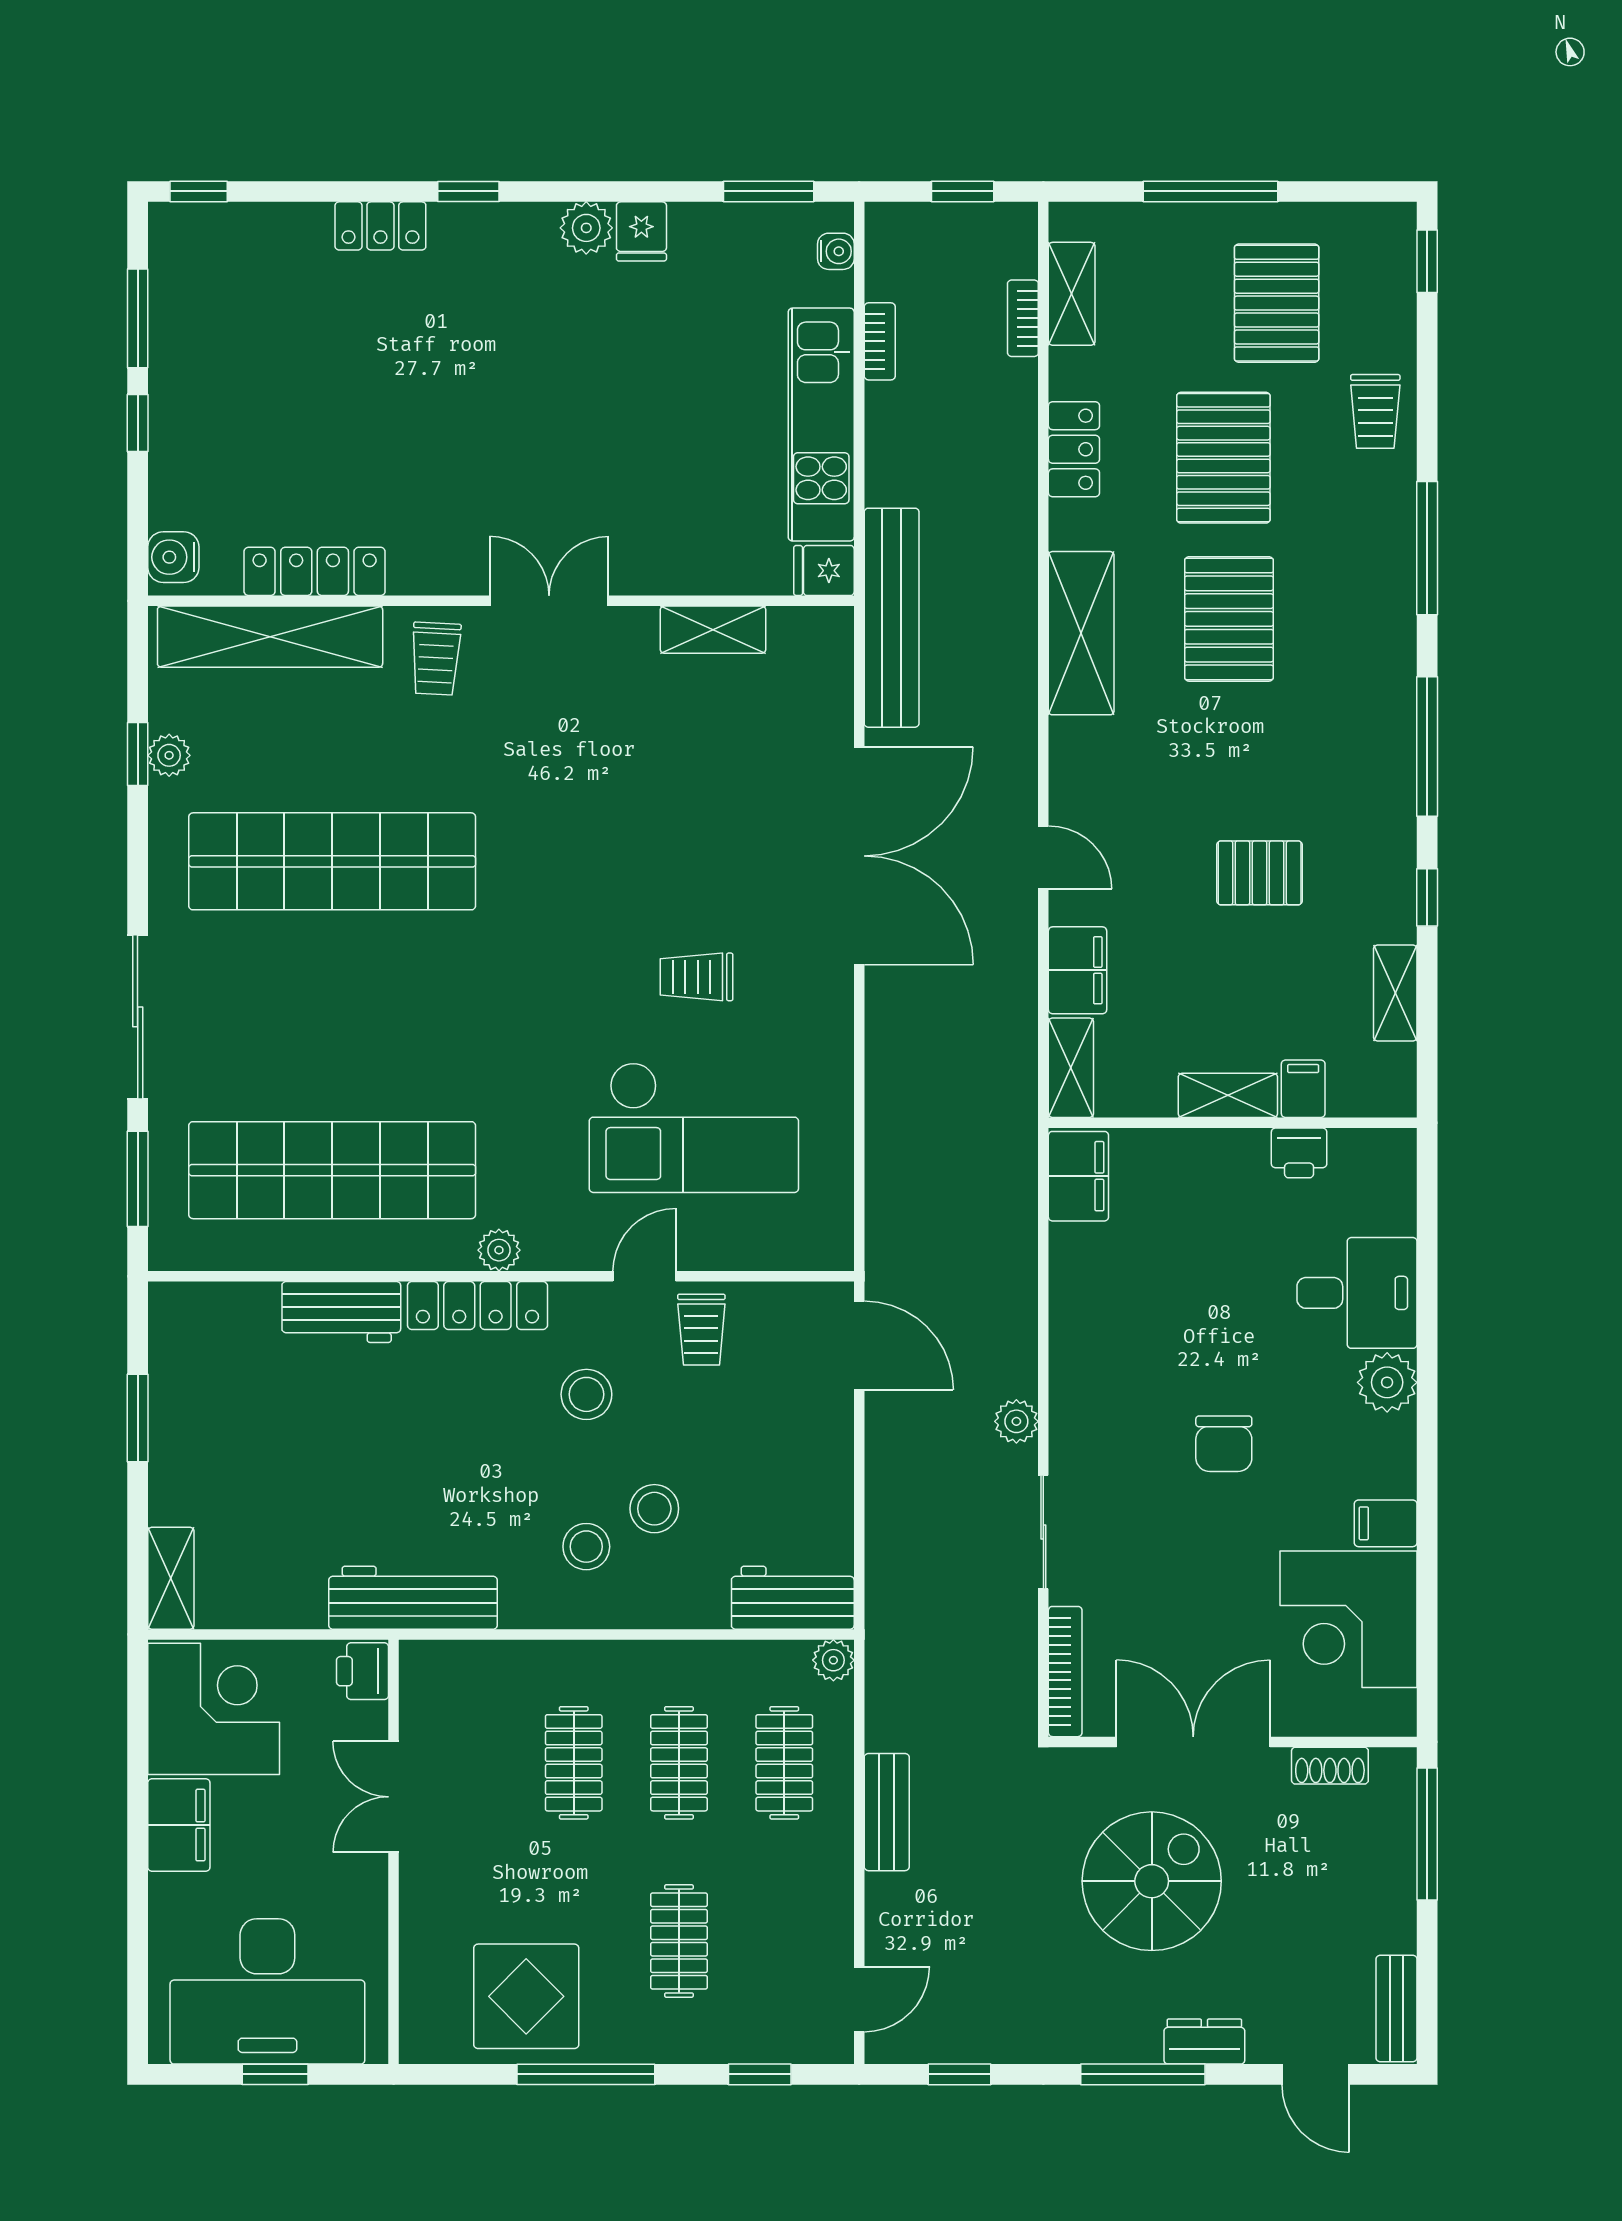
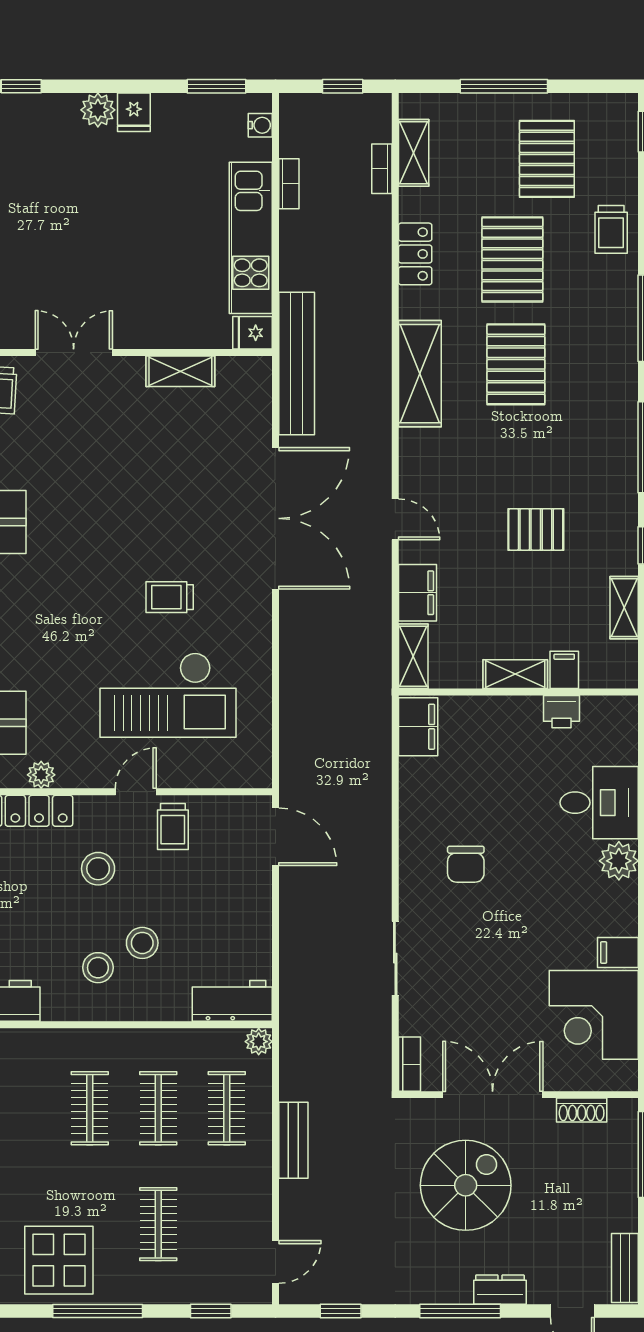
plant: (1016, 1421) -> (378, 886), removed
chair: (1224, 1444) -> (466, 864), moved
bookcase: (1065, 1672) -> (409, 1064), width x0.64

